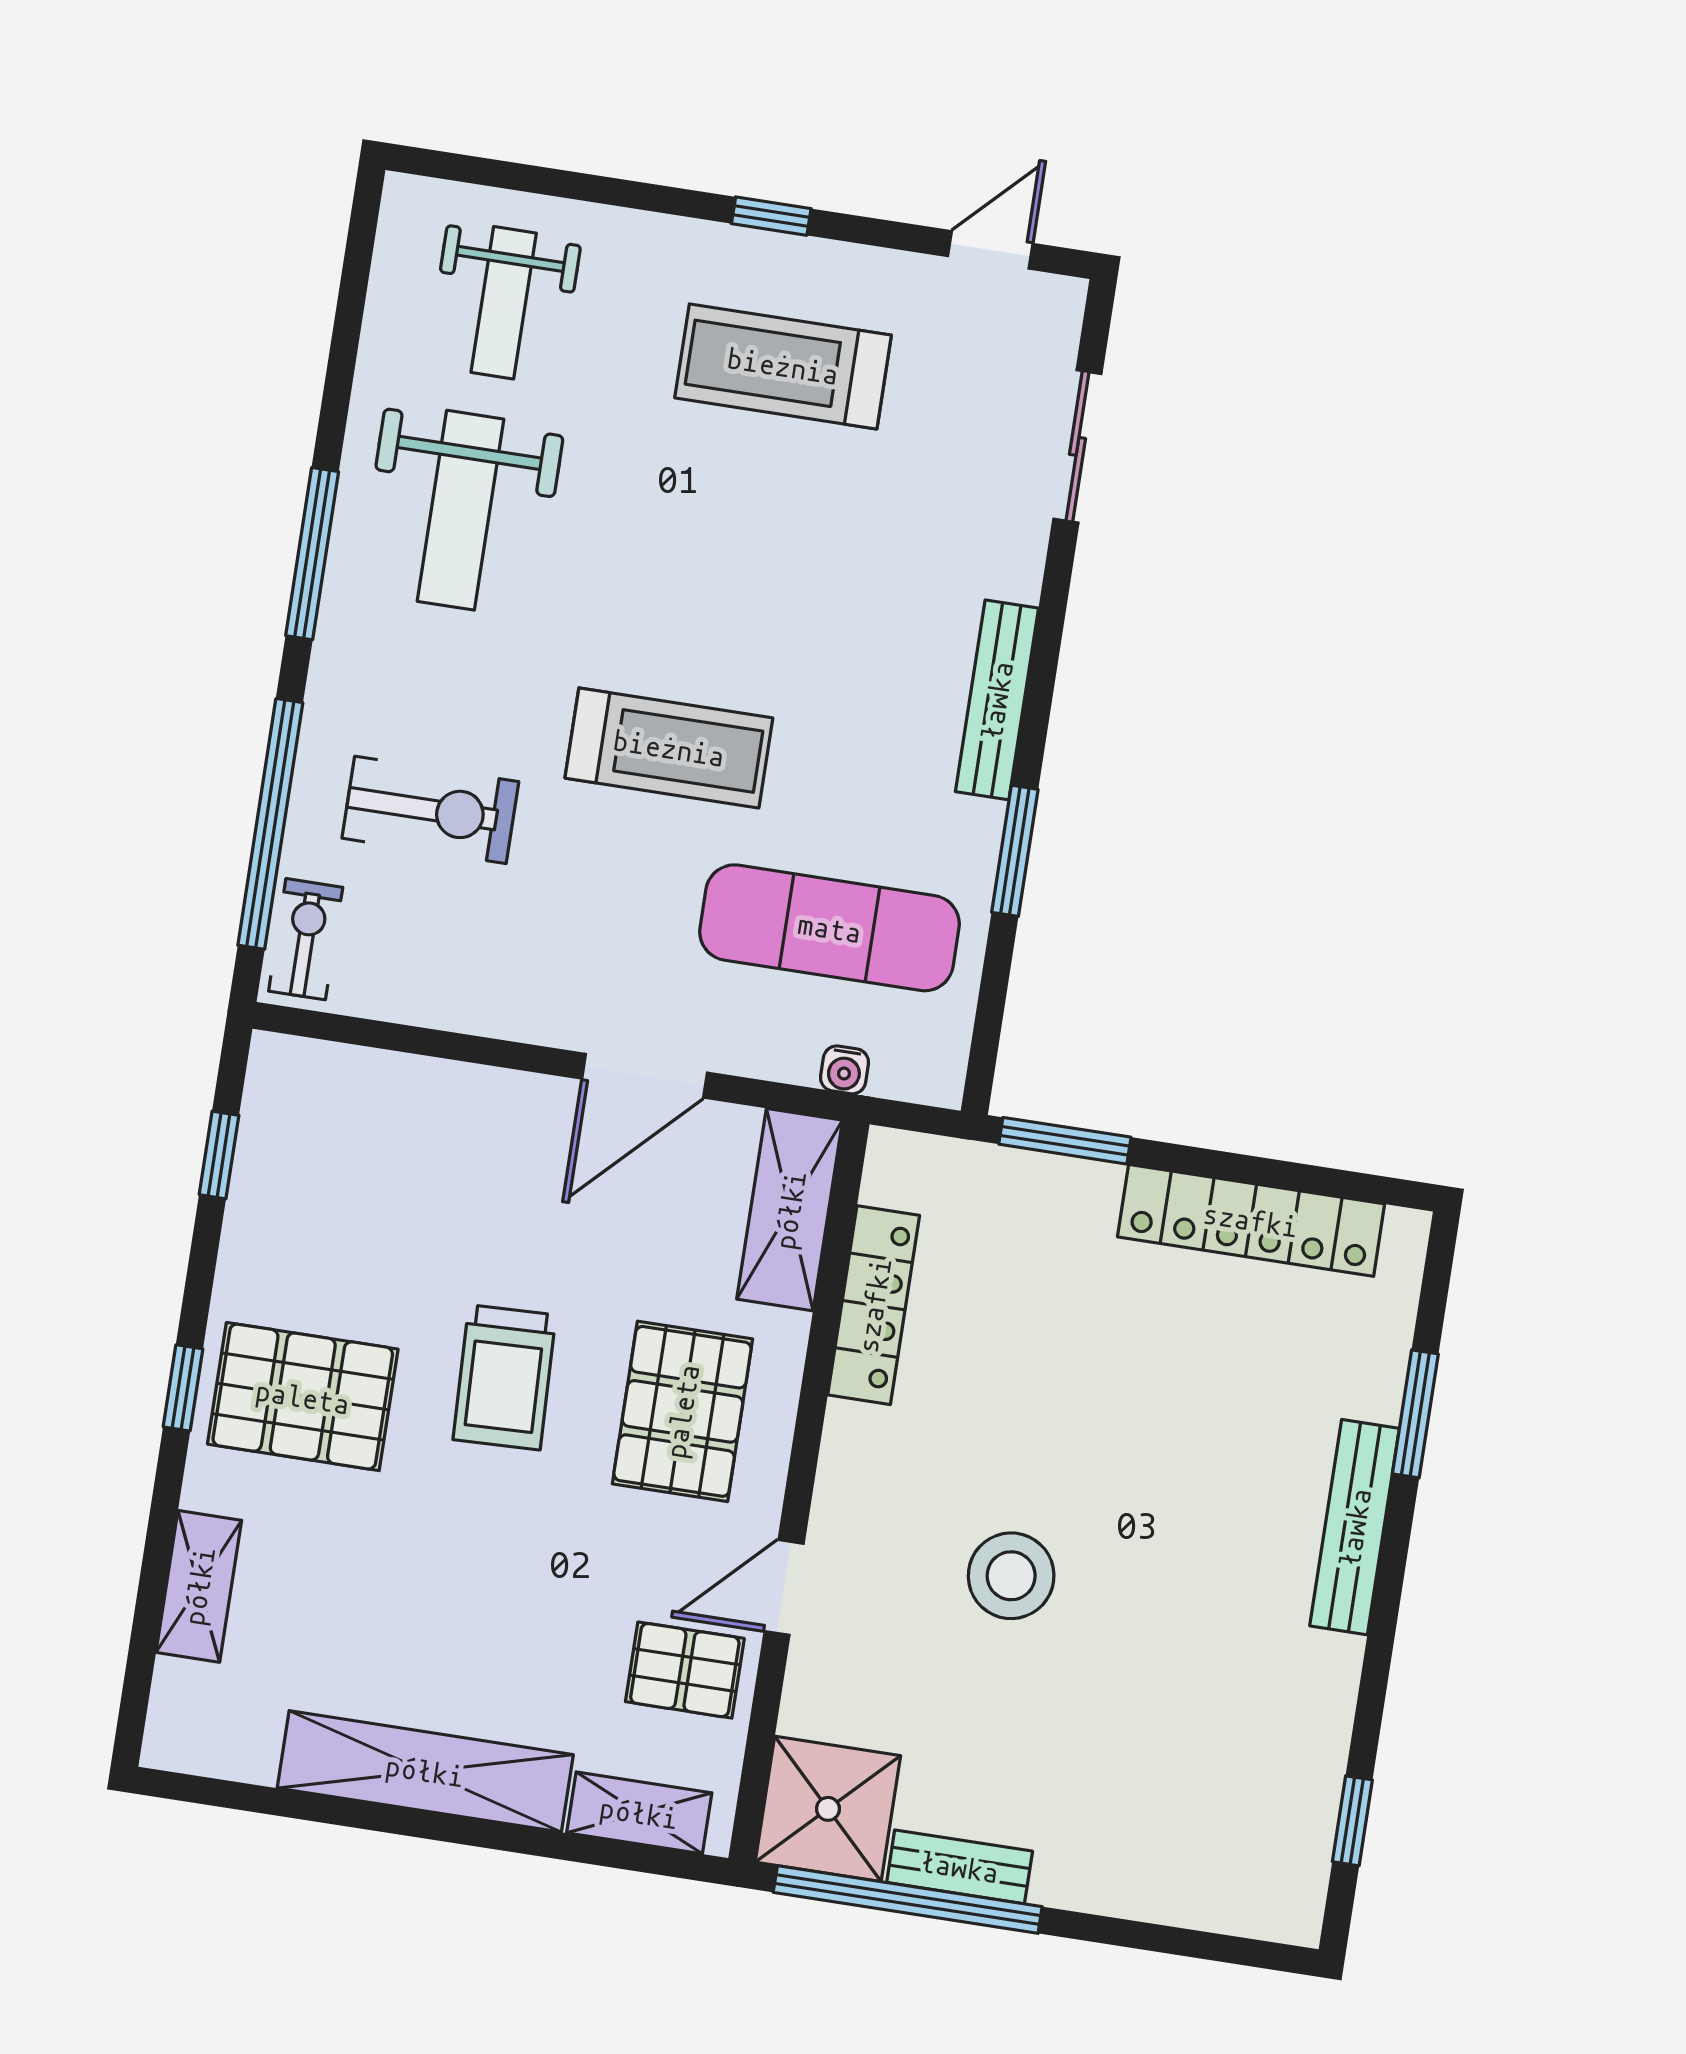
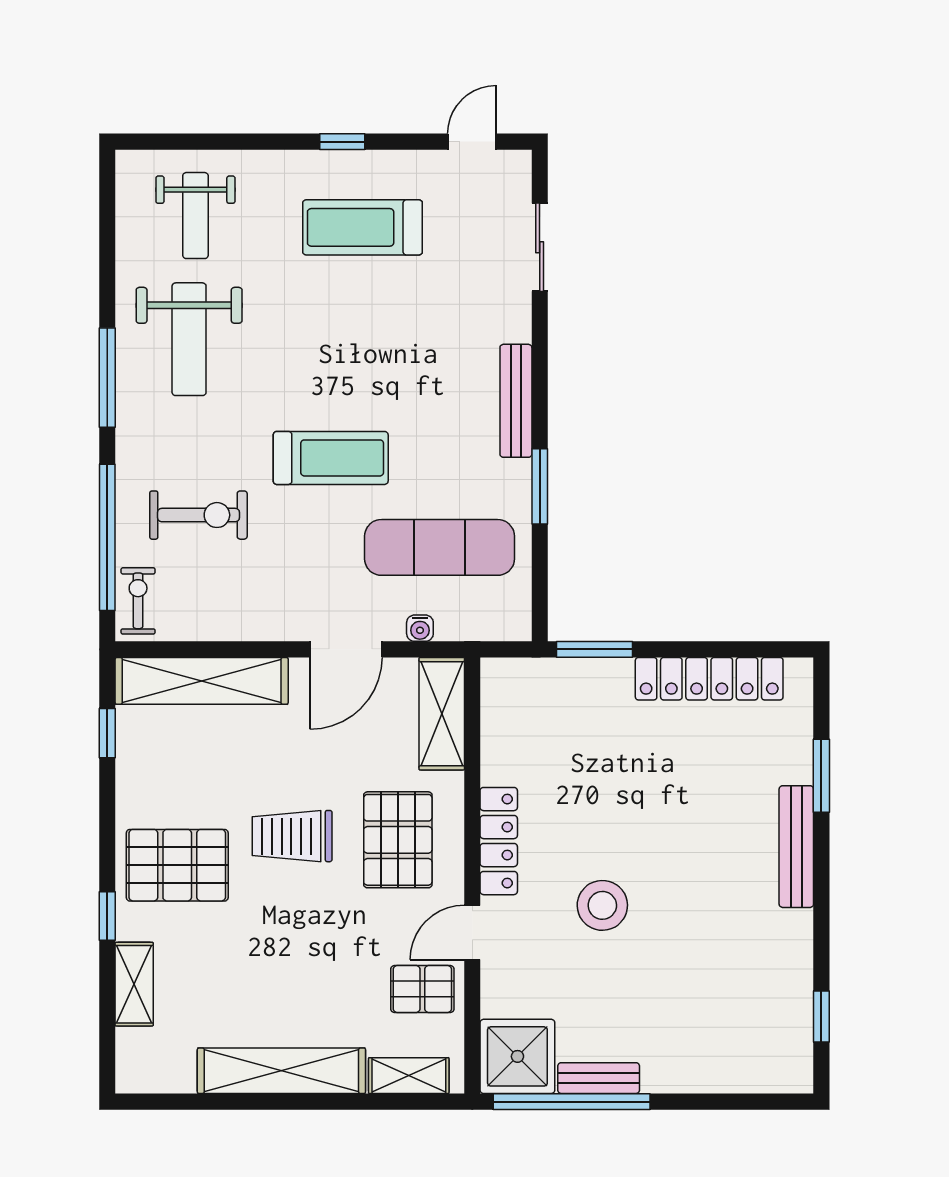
water cooler: (845, 1070) -> (420, 628), moved
shelving: (392, 1091) -> (202, 681), added
locker: (874, 1305) -> (499, 841), moved
trolley: (505, 1377) -> (292, 836), turned 92
window: (183, 1388) -> (107, 916), moved

